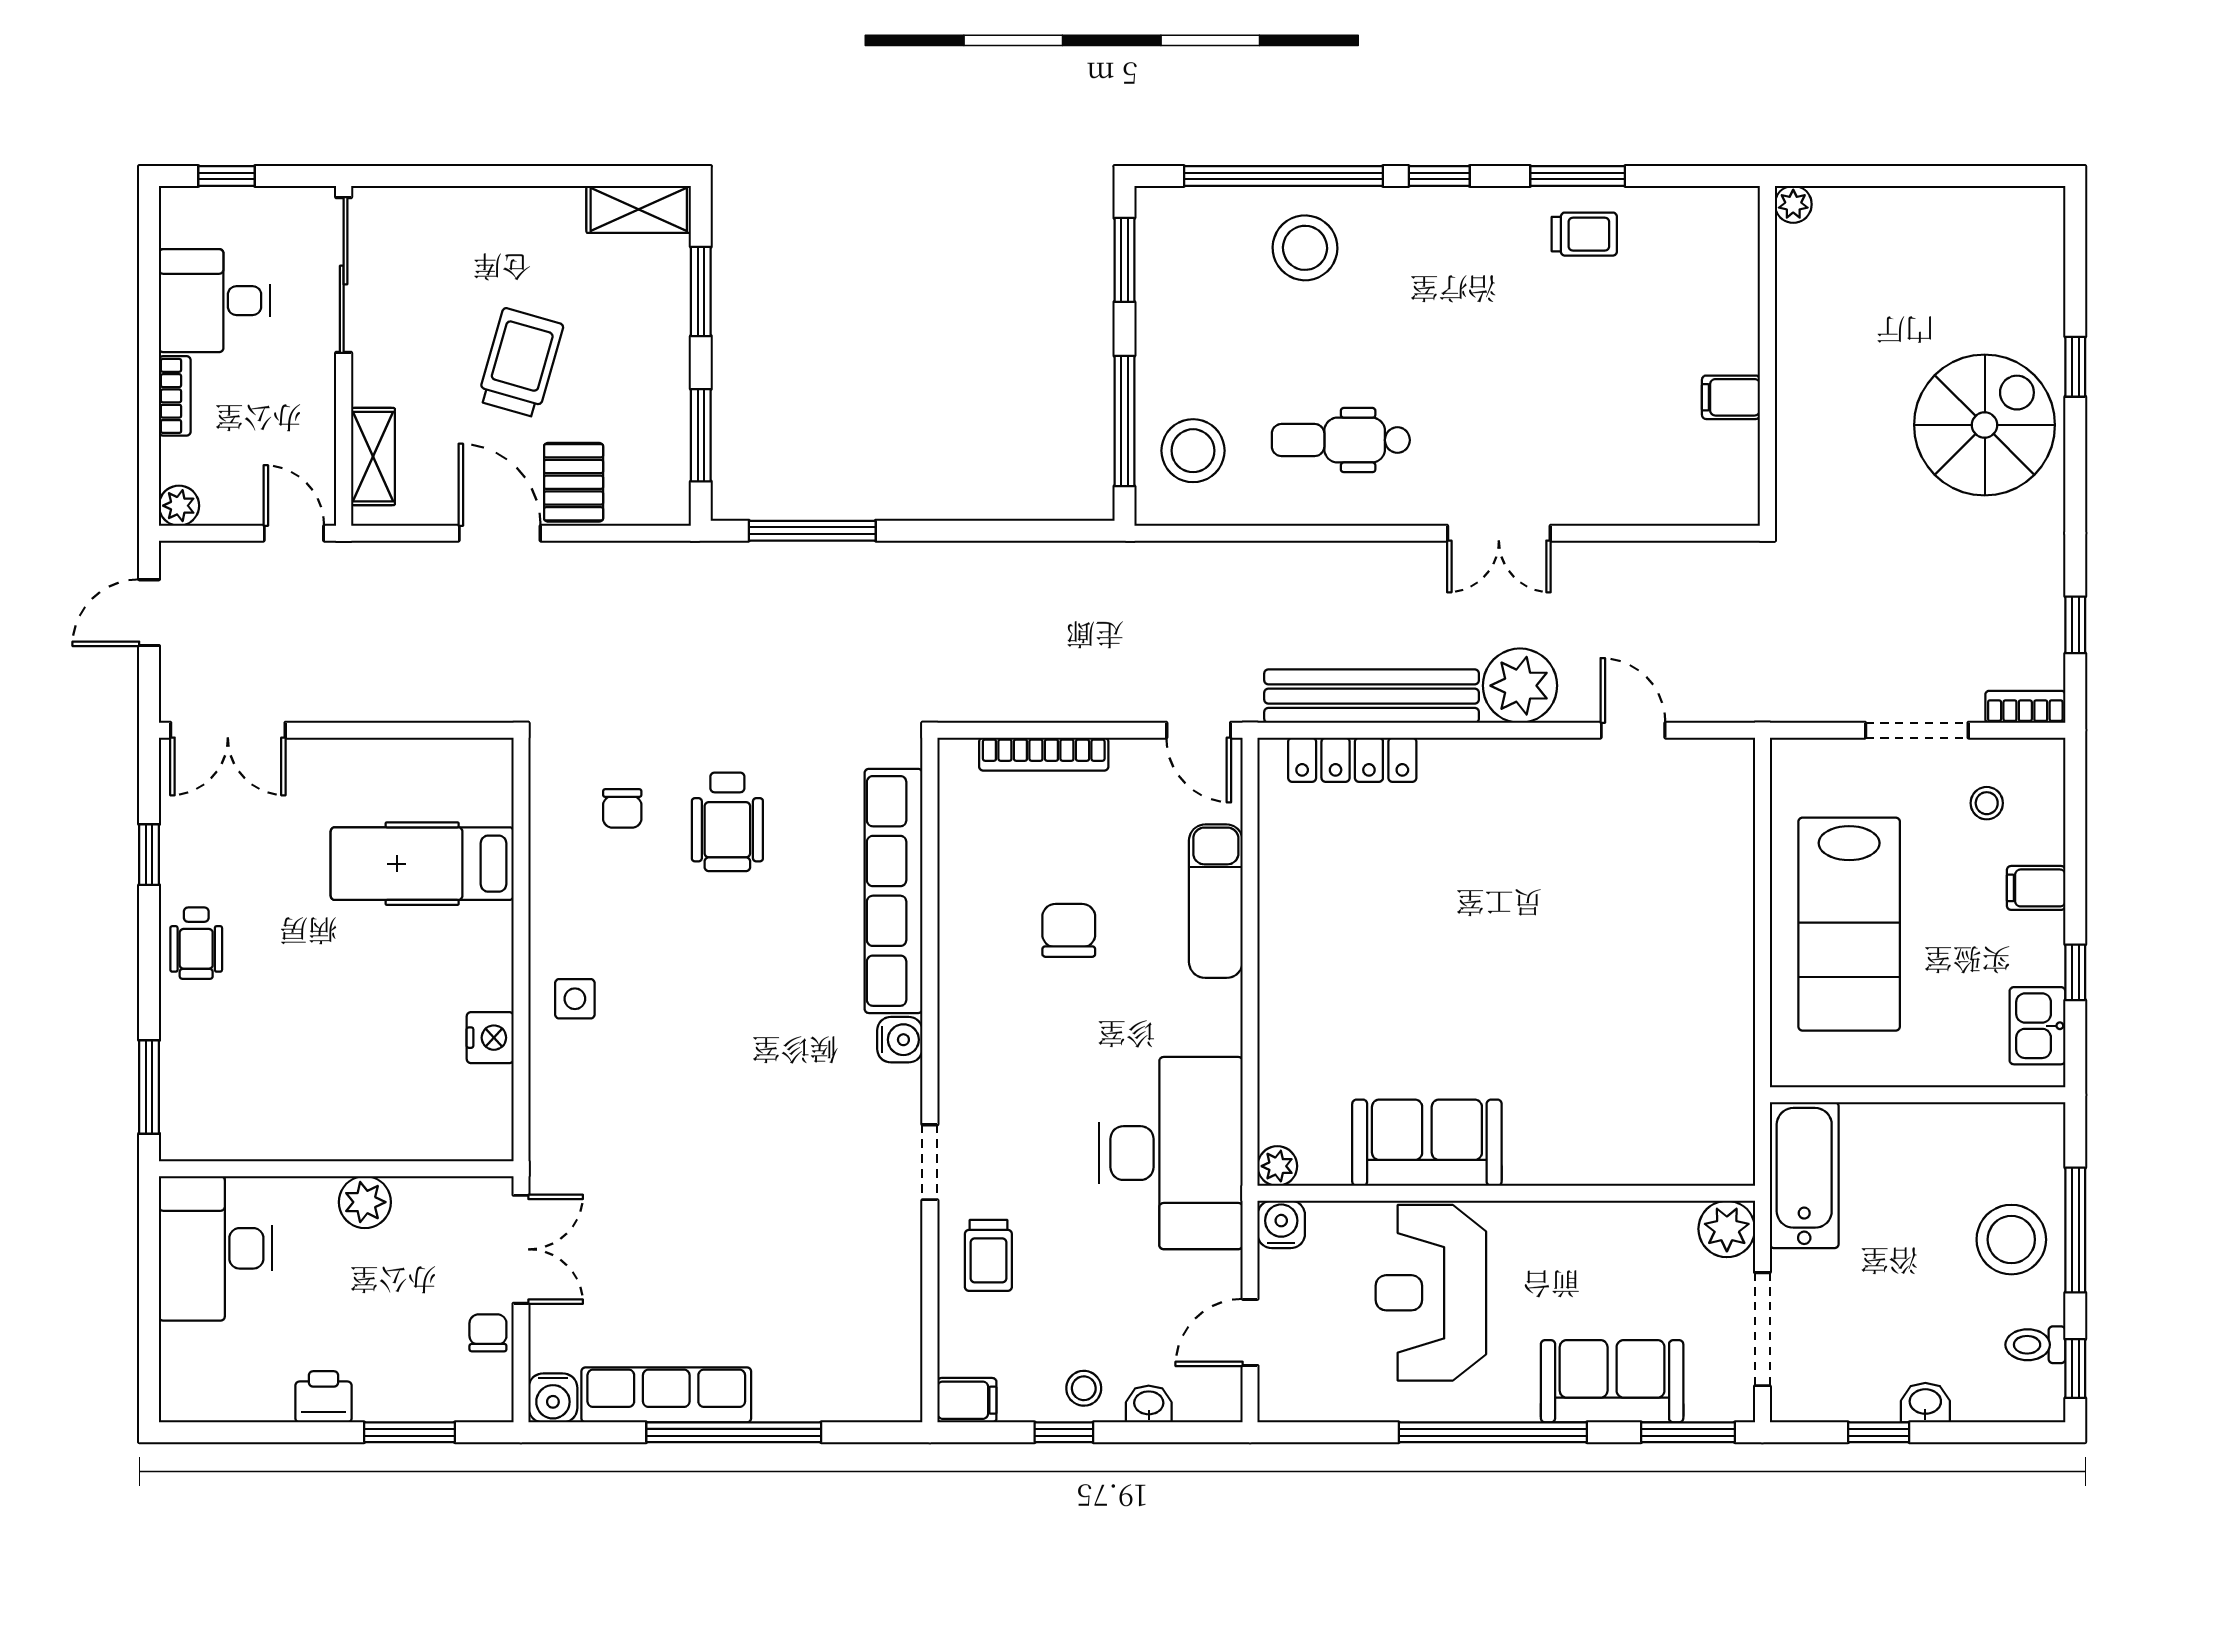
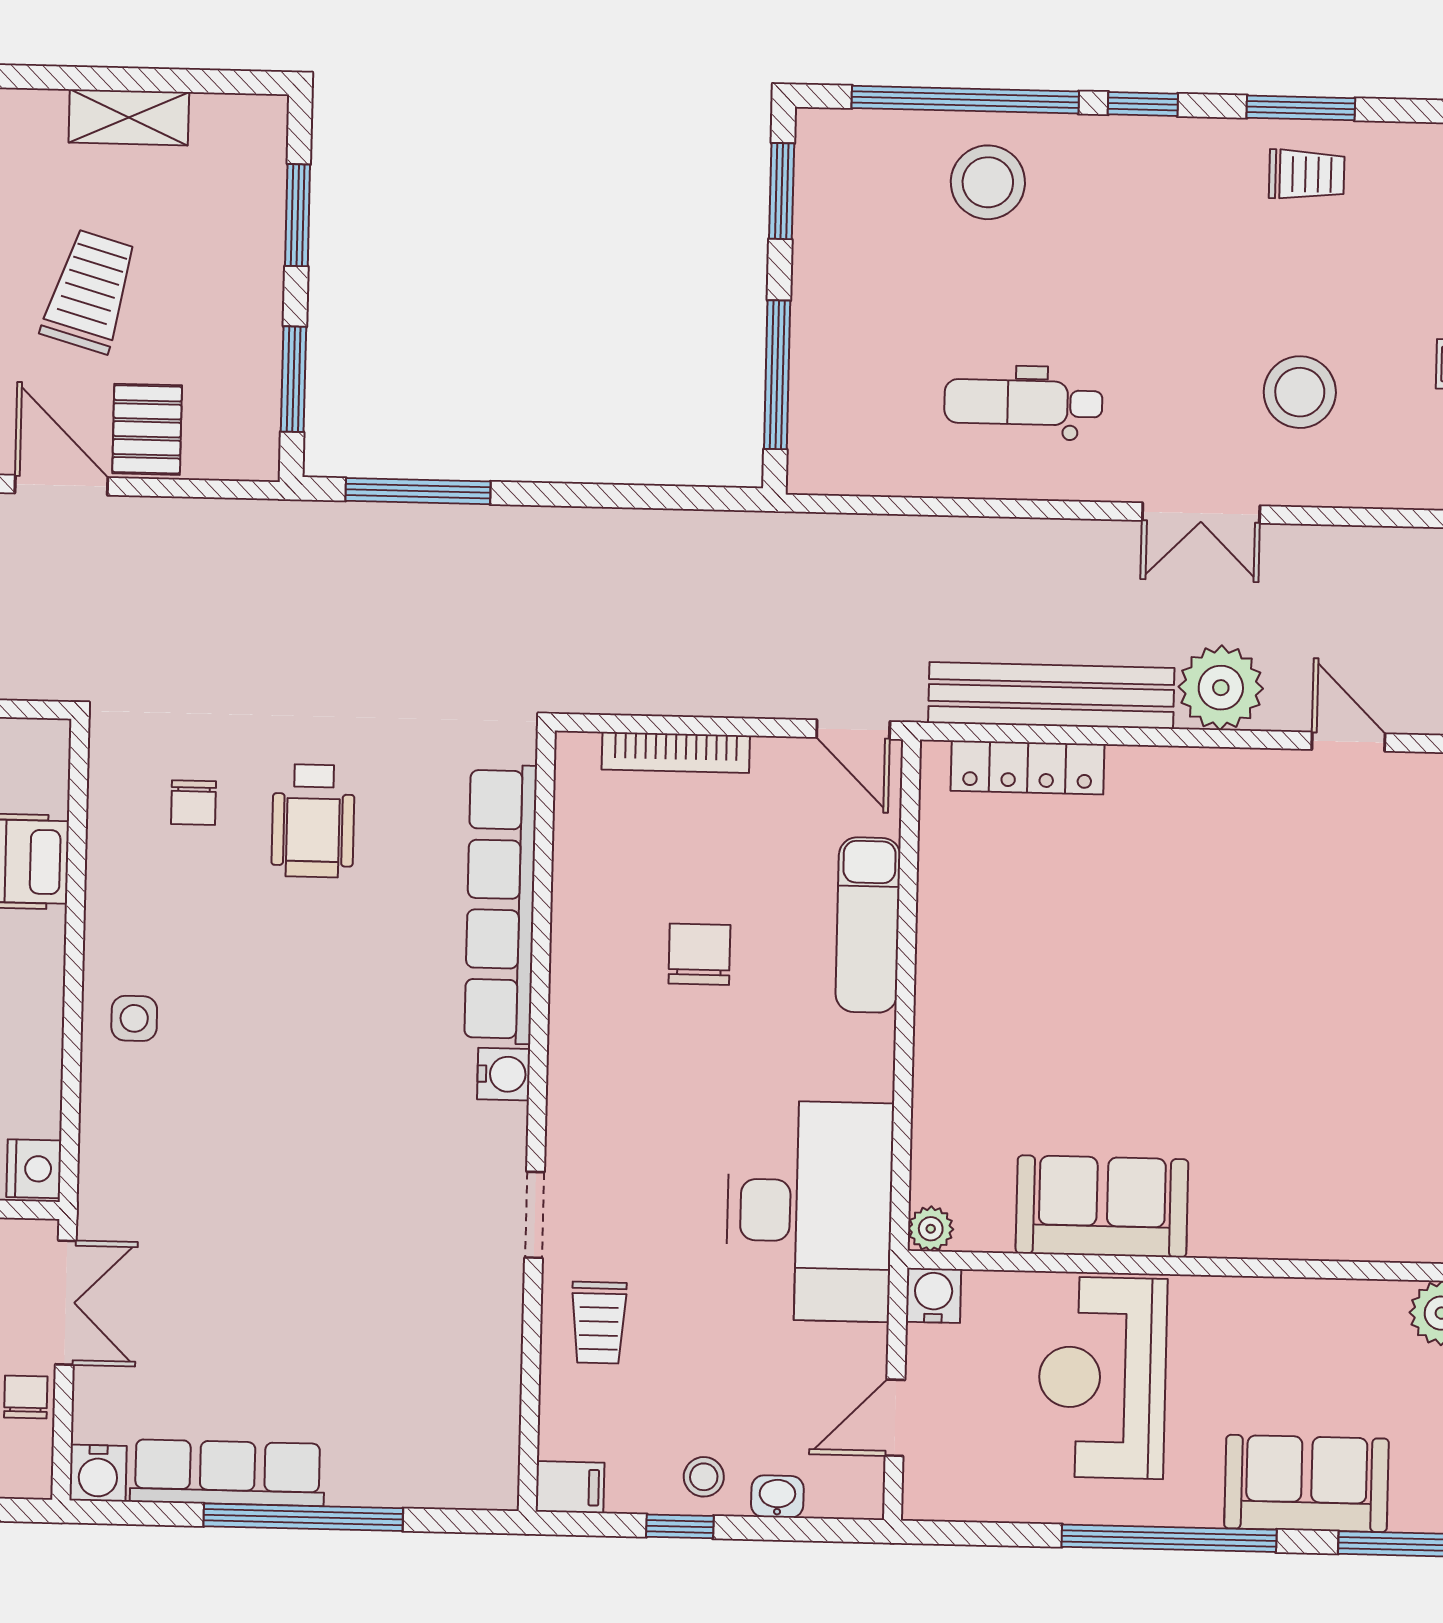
shelving: (639, 209) -> (129, 117), moved
stool: (1193, 451) -> (1300, 392), moved
nightstand: (490, 1038) -> (34, 1169), moved

